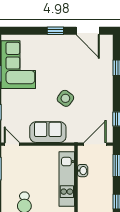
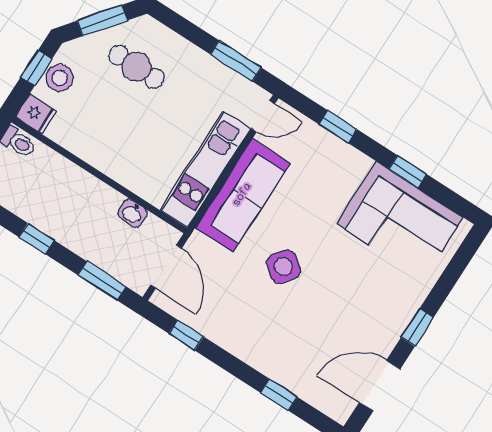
sofa: (48, 132) -> (243, 195), width x1.36
kitchen unit: (67, 179) -> (205, 169), moved, turned -90

